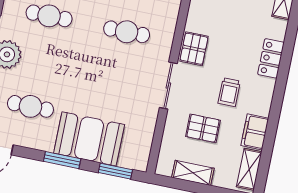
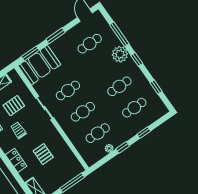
pallet: (194, 49) -> (43, 154), moved
cafe table: (117, 77) -> (68, 90), added
booth: (89, 139) -> (39, 65), moved

